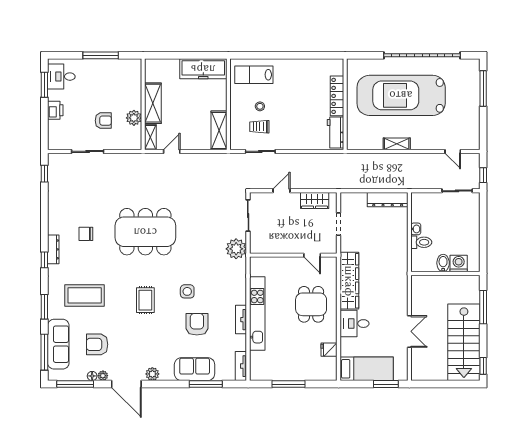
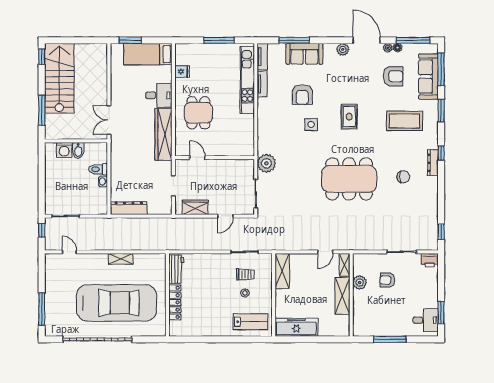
printer: (55, 110) -> (430, 260), moved, turned -90
kitchen unit: (257, 313) -> (247, 80), moved
tv unit: (241, 320) -> (262, 84), moved
double door: (409, 331) -> (109, 120), moved

